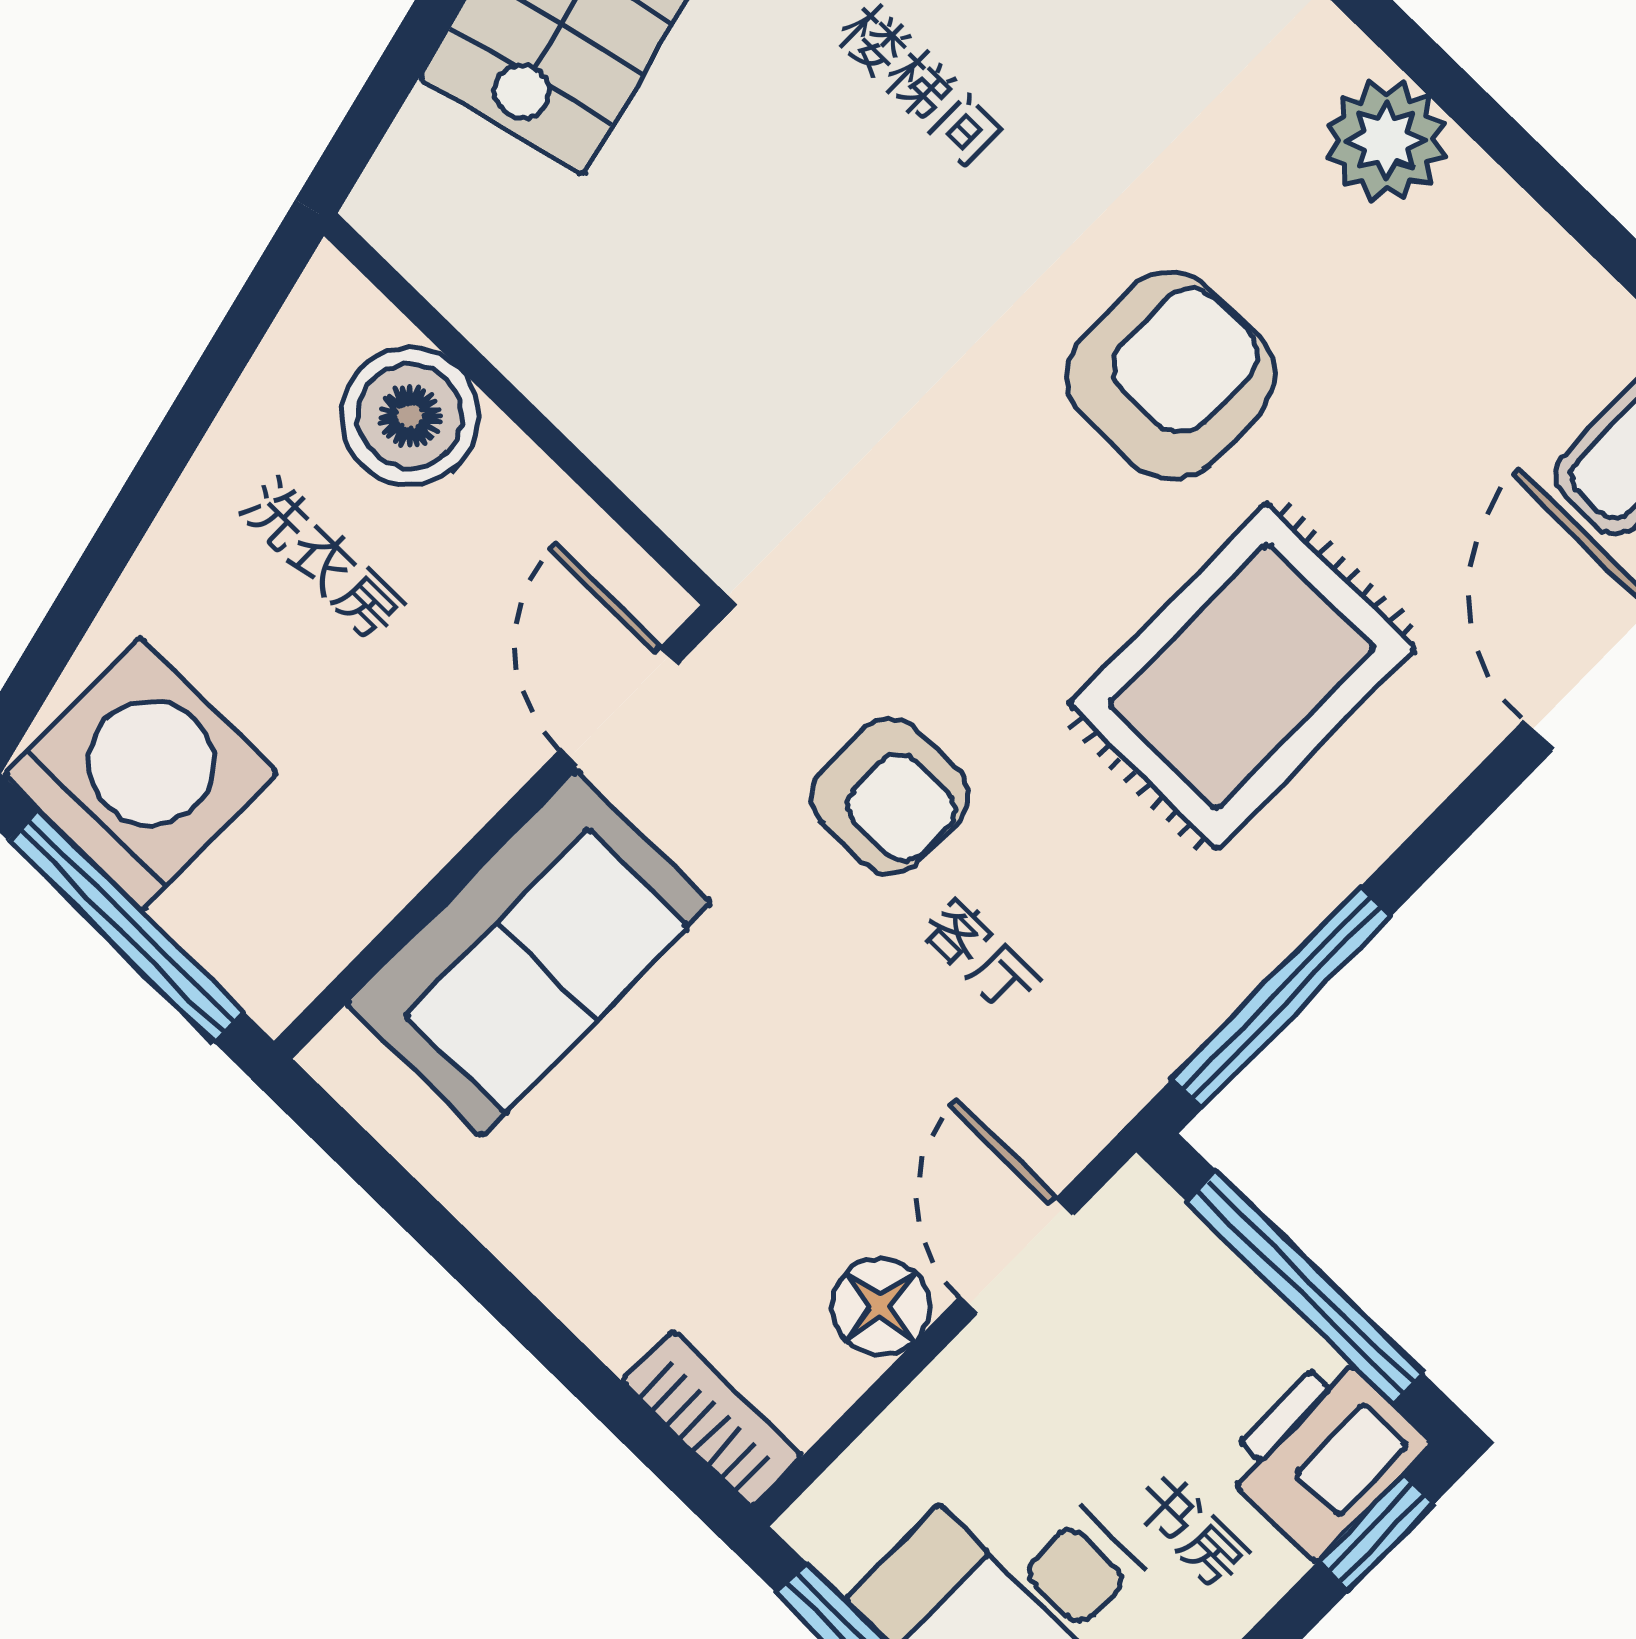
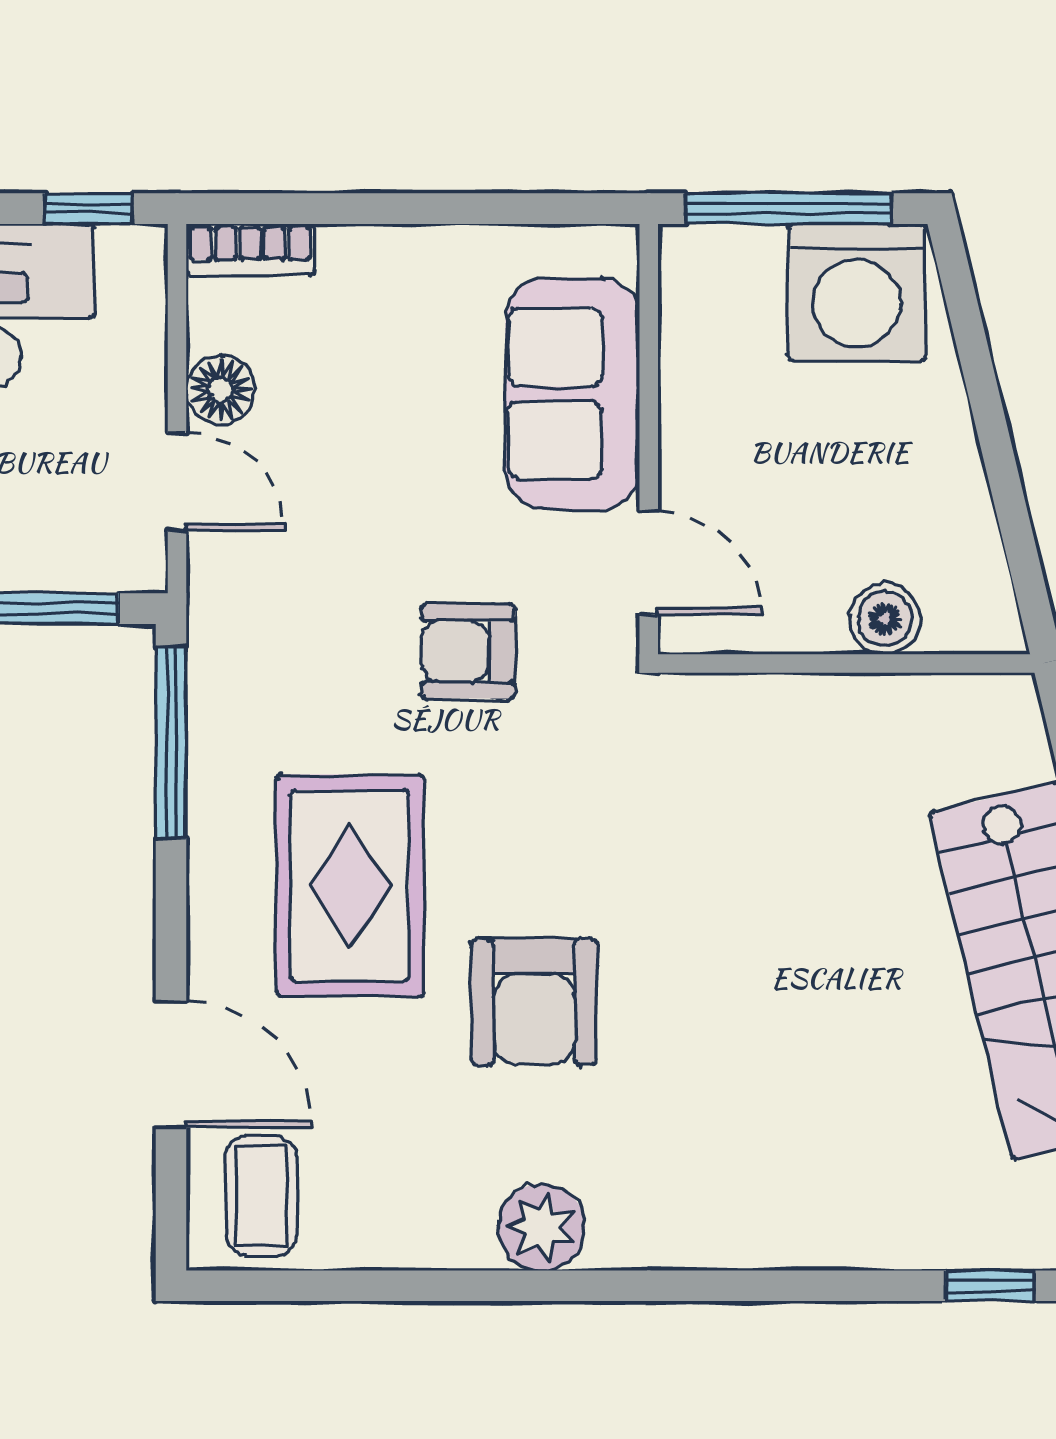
boiler: (410, 416) -> (885, 619), width x0.73, depth x0.73

